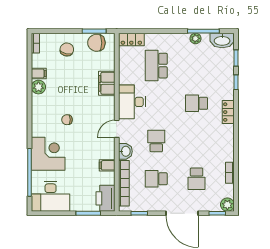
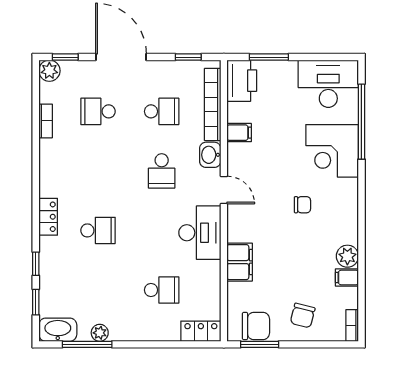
school desk: (156, 66) -> (162, 290), width x0.54
door: (117, 129) -> (224, 190), hinge flipped
school desk: (197, 179) -> (98, 111), turned -90

